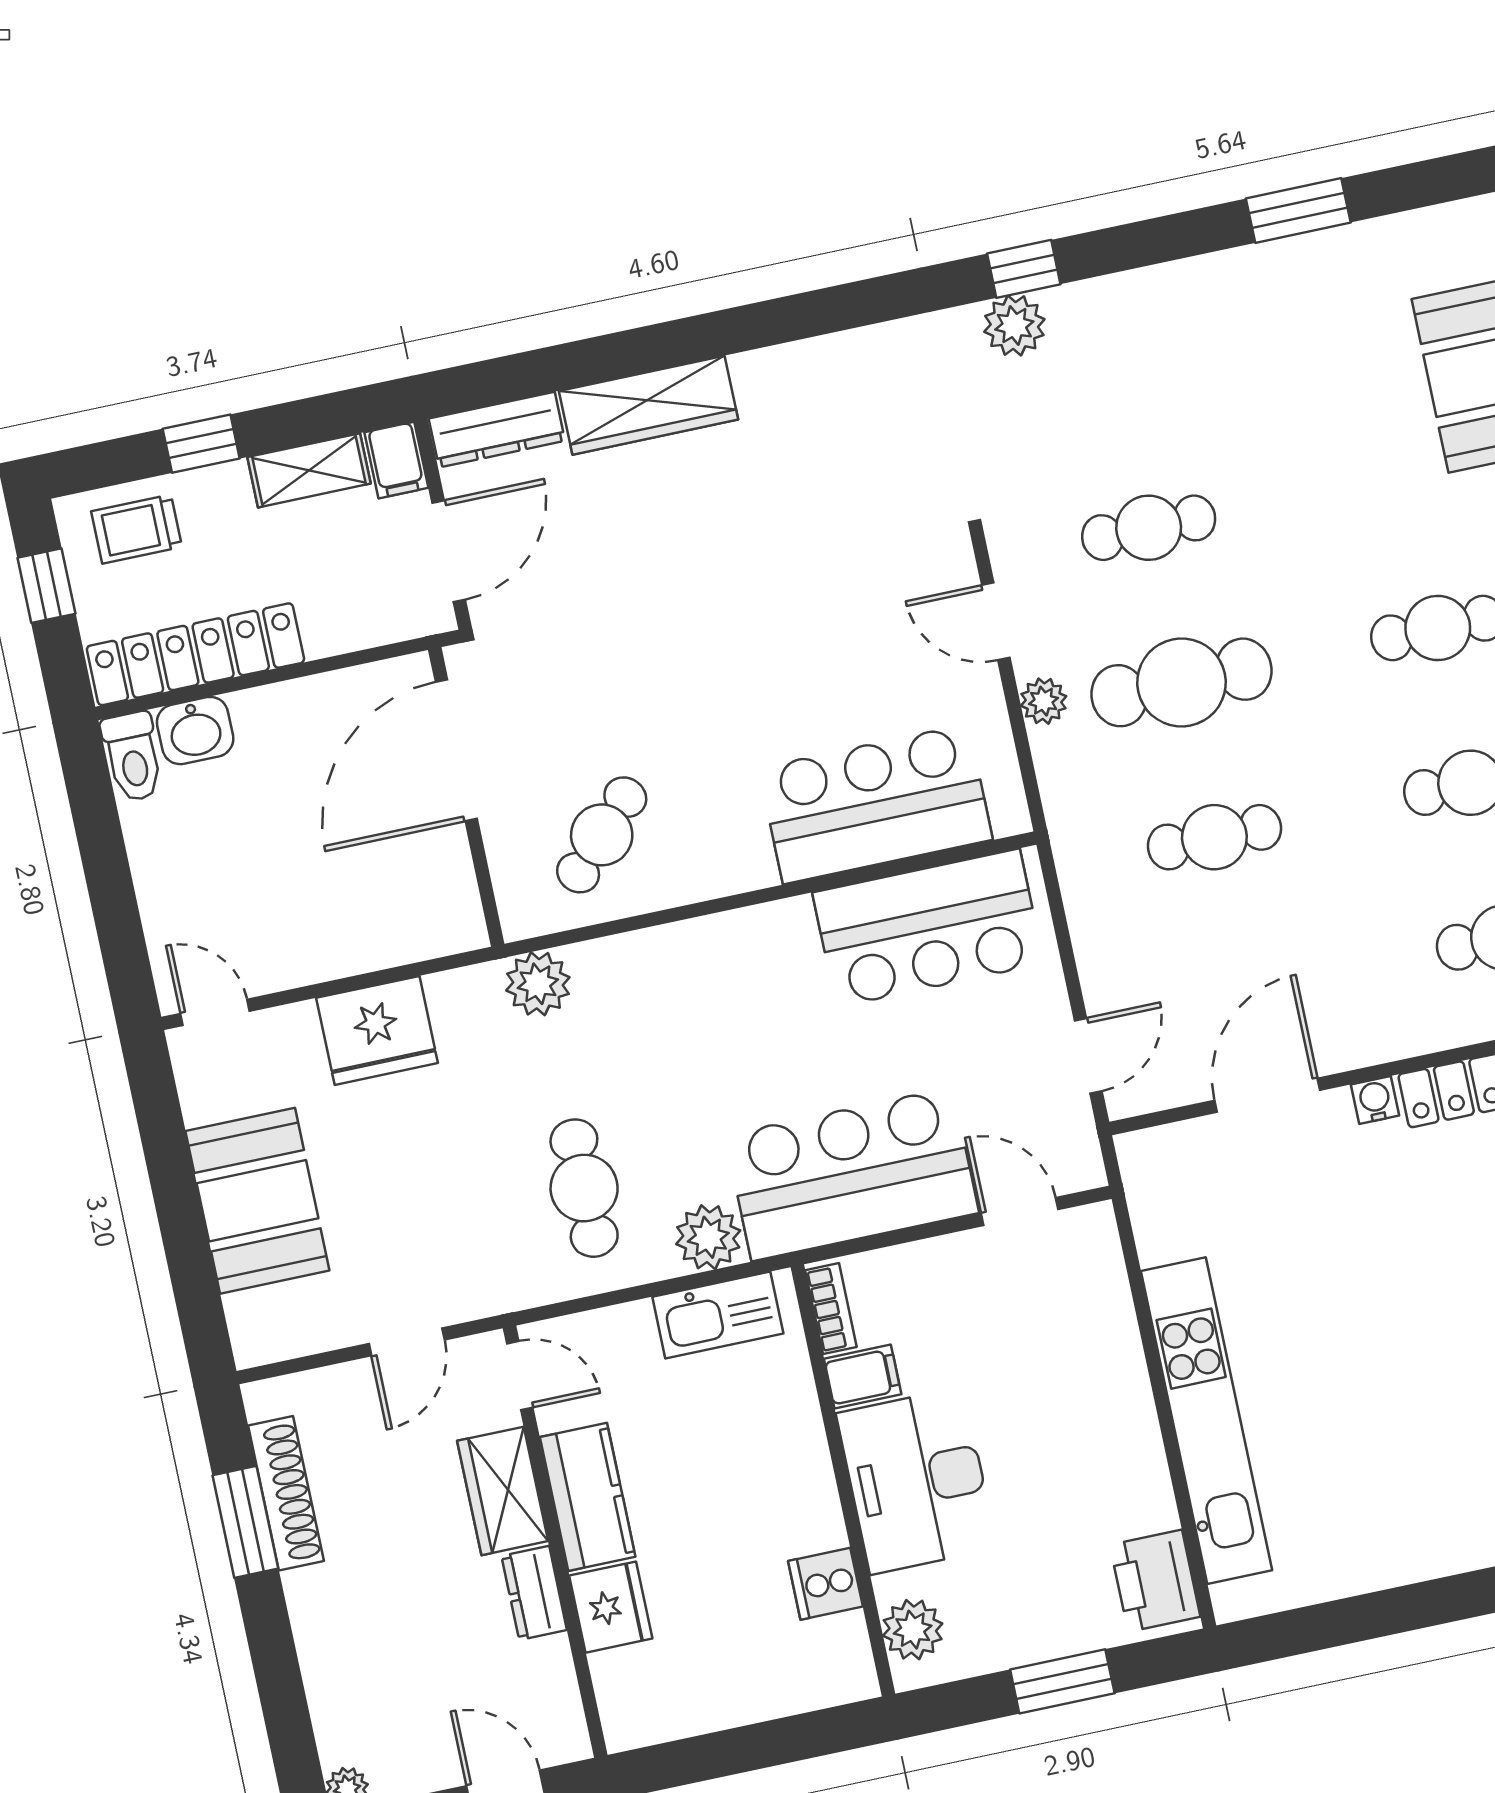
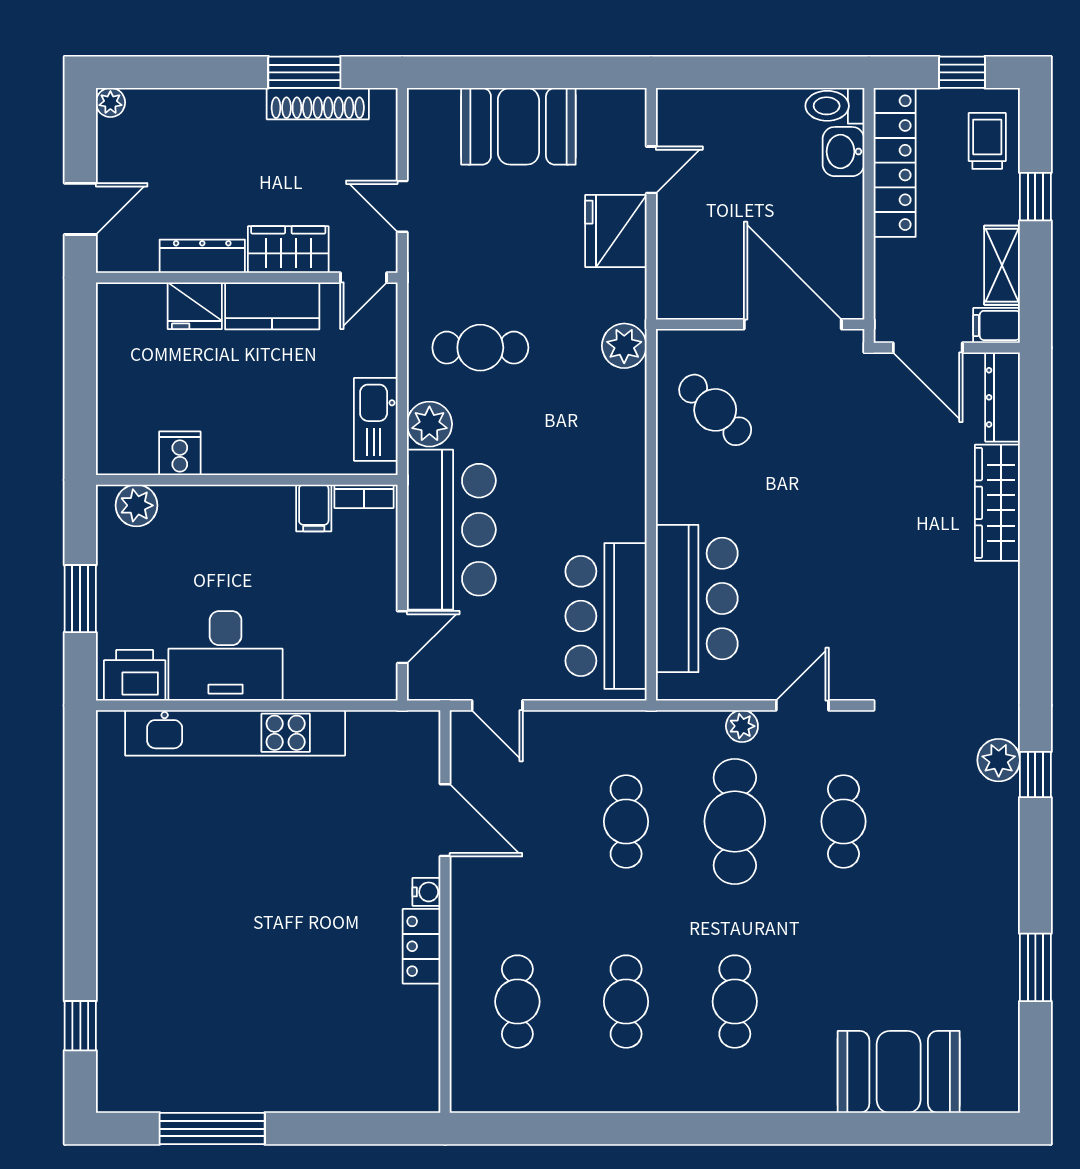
door: (215, 1012) -> (651, 170), moved
desk: (917, 1481) -> (226, 656), moved, turned 180
dresser: (534, 1593) -> (202, 256), width x1.44

